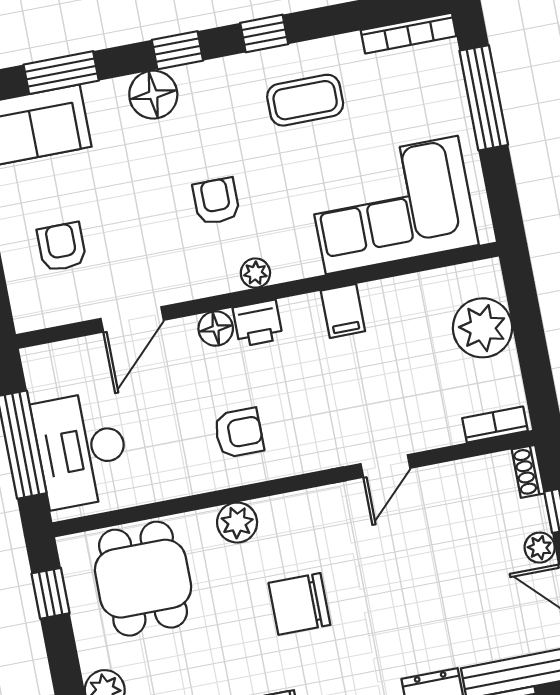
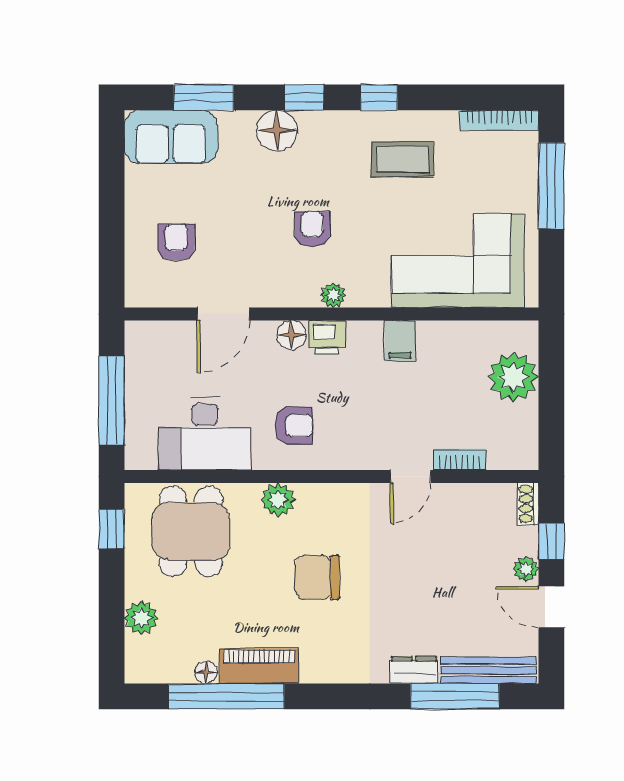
bookcase: (495, 425) -> (459, 460), moved
desk: (82, 450) -> (205, 434), moved, turned -90

